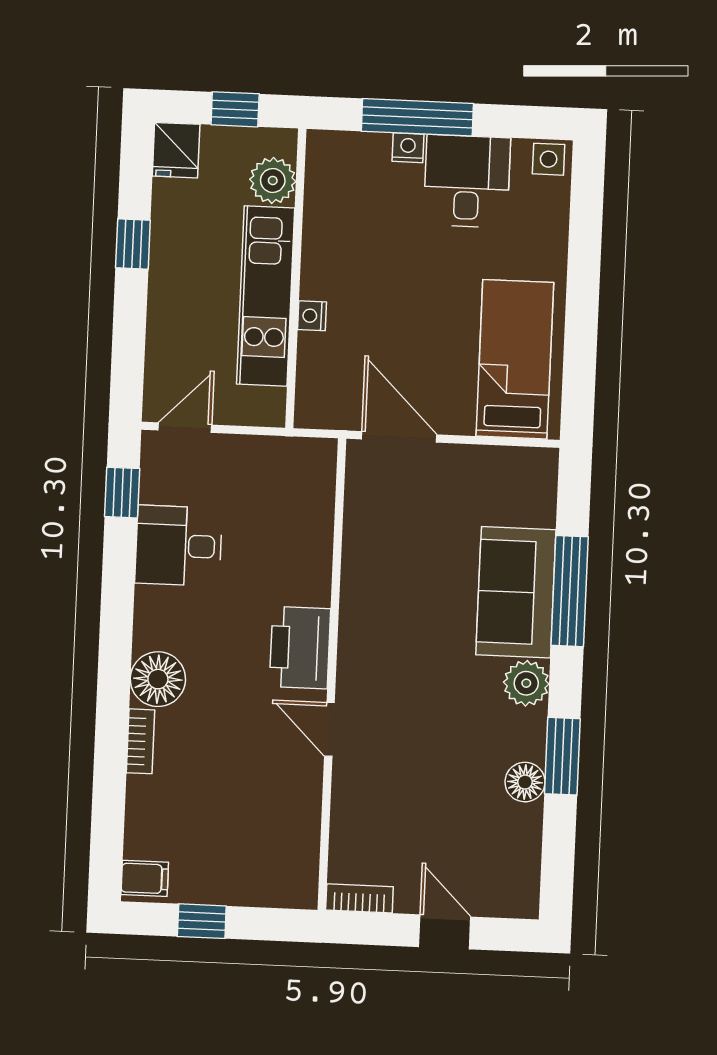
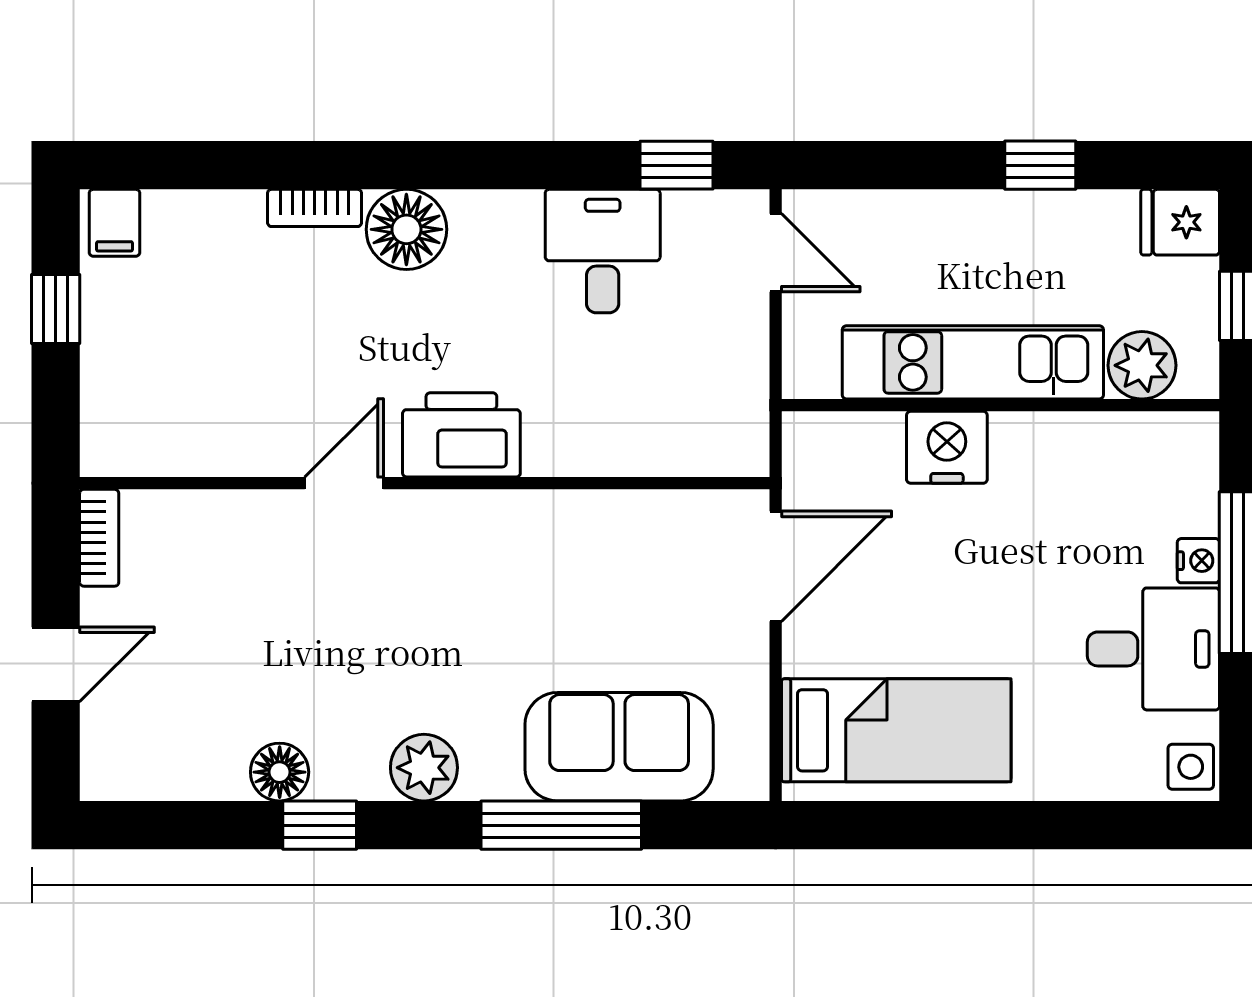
nightstand: (312, 316) -> (947, 447), width x1.89, depth x1.79
sofa: (516, 592) -> (619, 747), moved
window: (562, 756) -> (320, 825), width x0.67

